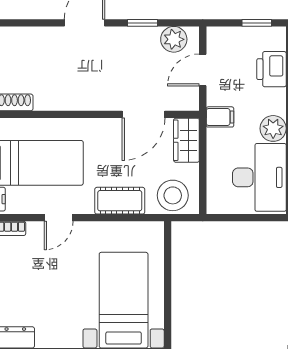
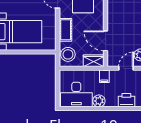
door: (203, 70) -> (126, 68), hinge flipped

